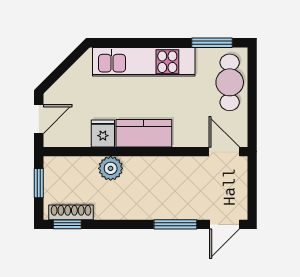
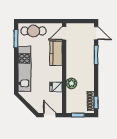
kitchen counter: (144, 133) -> (56, 53), moved

